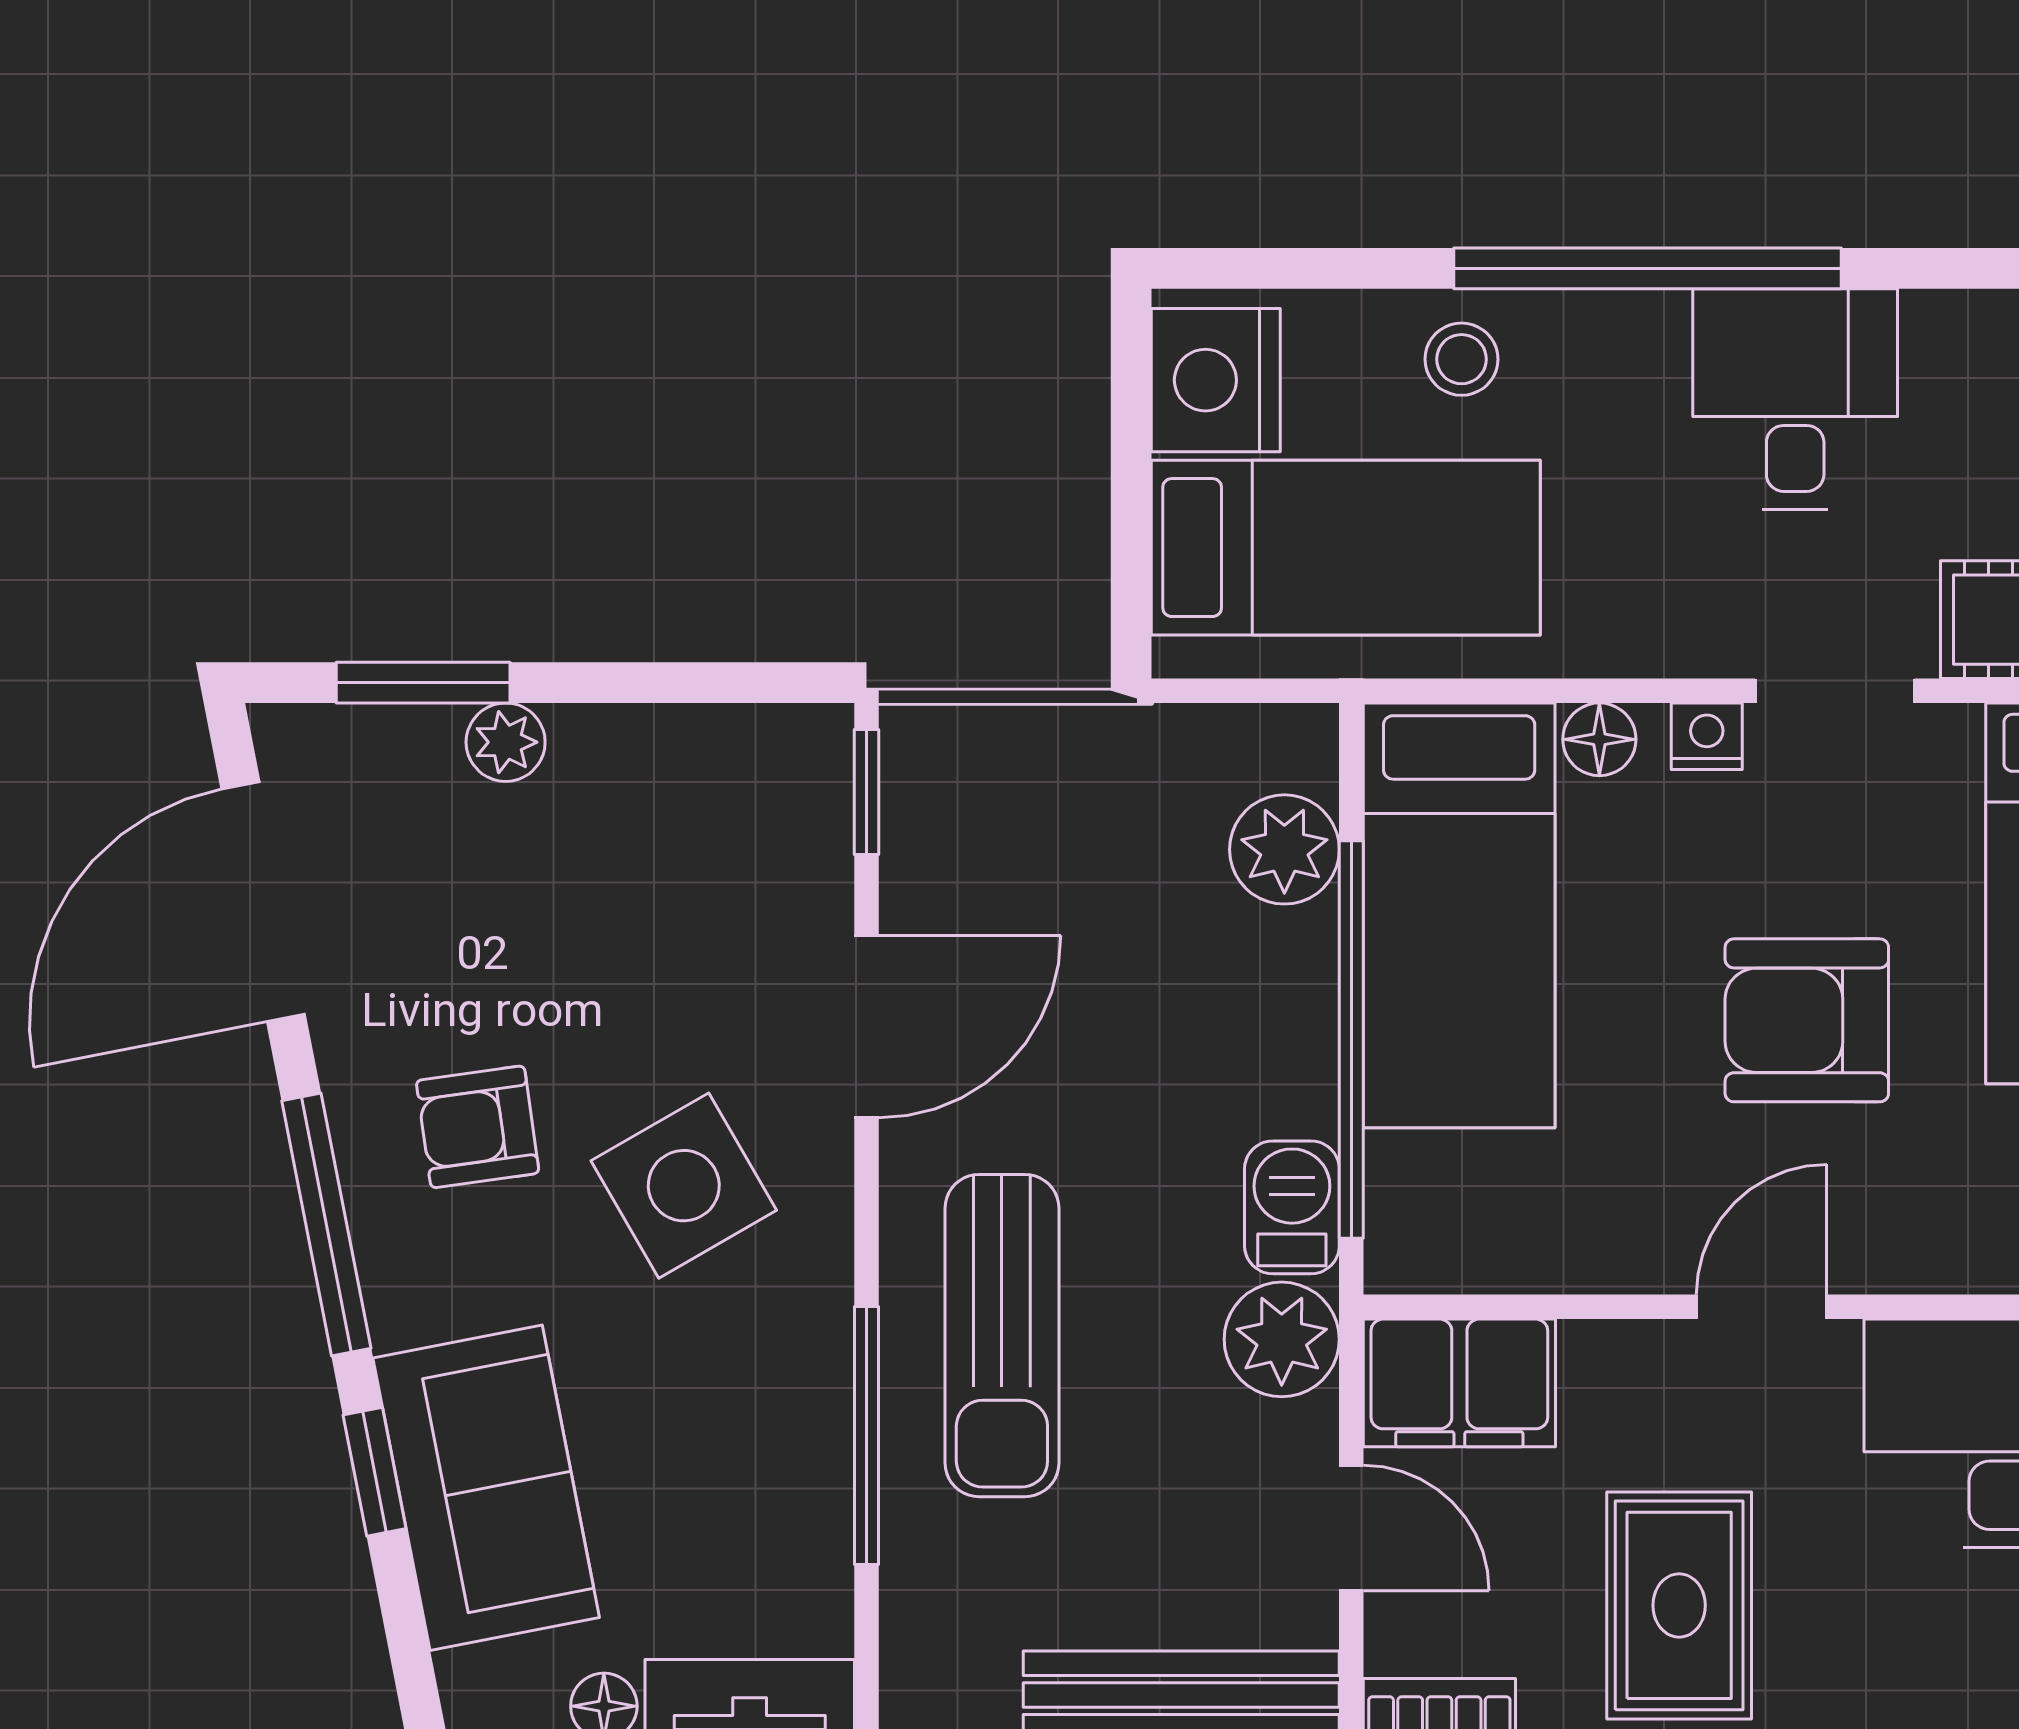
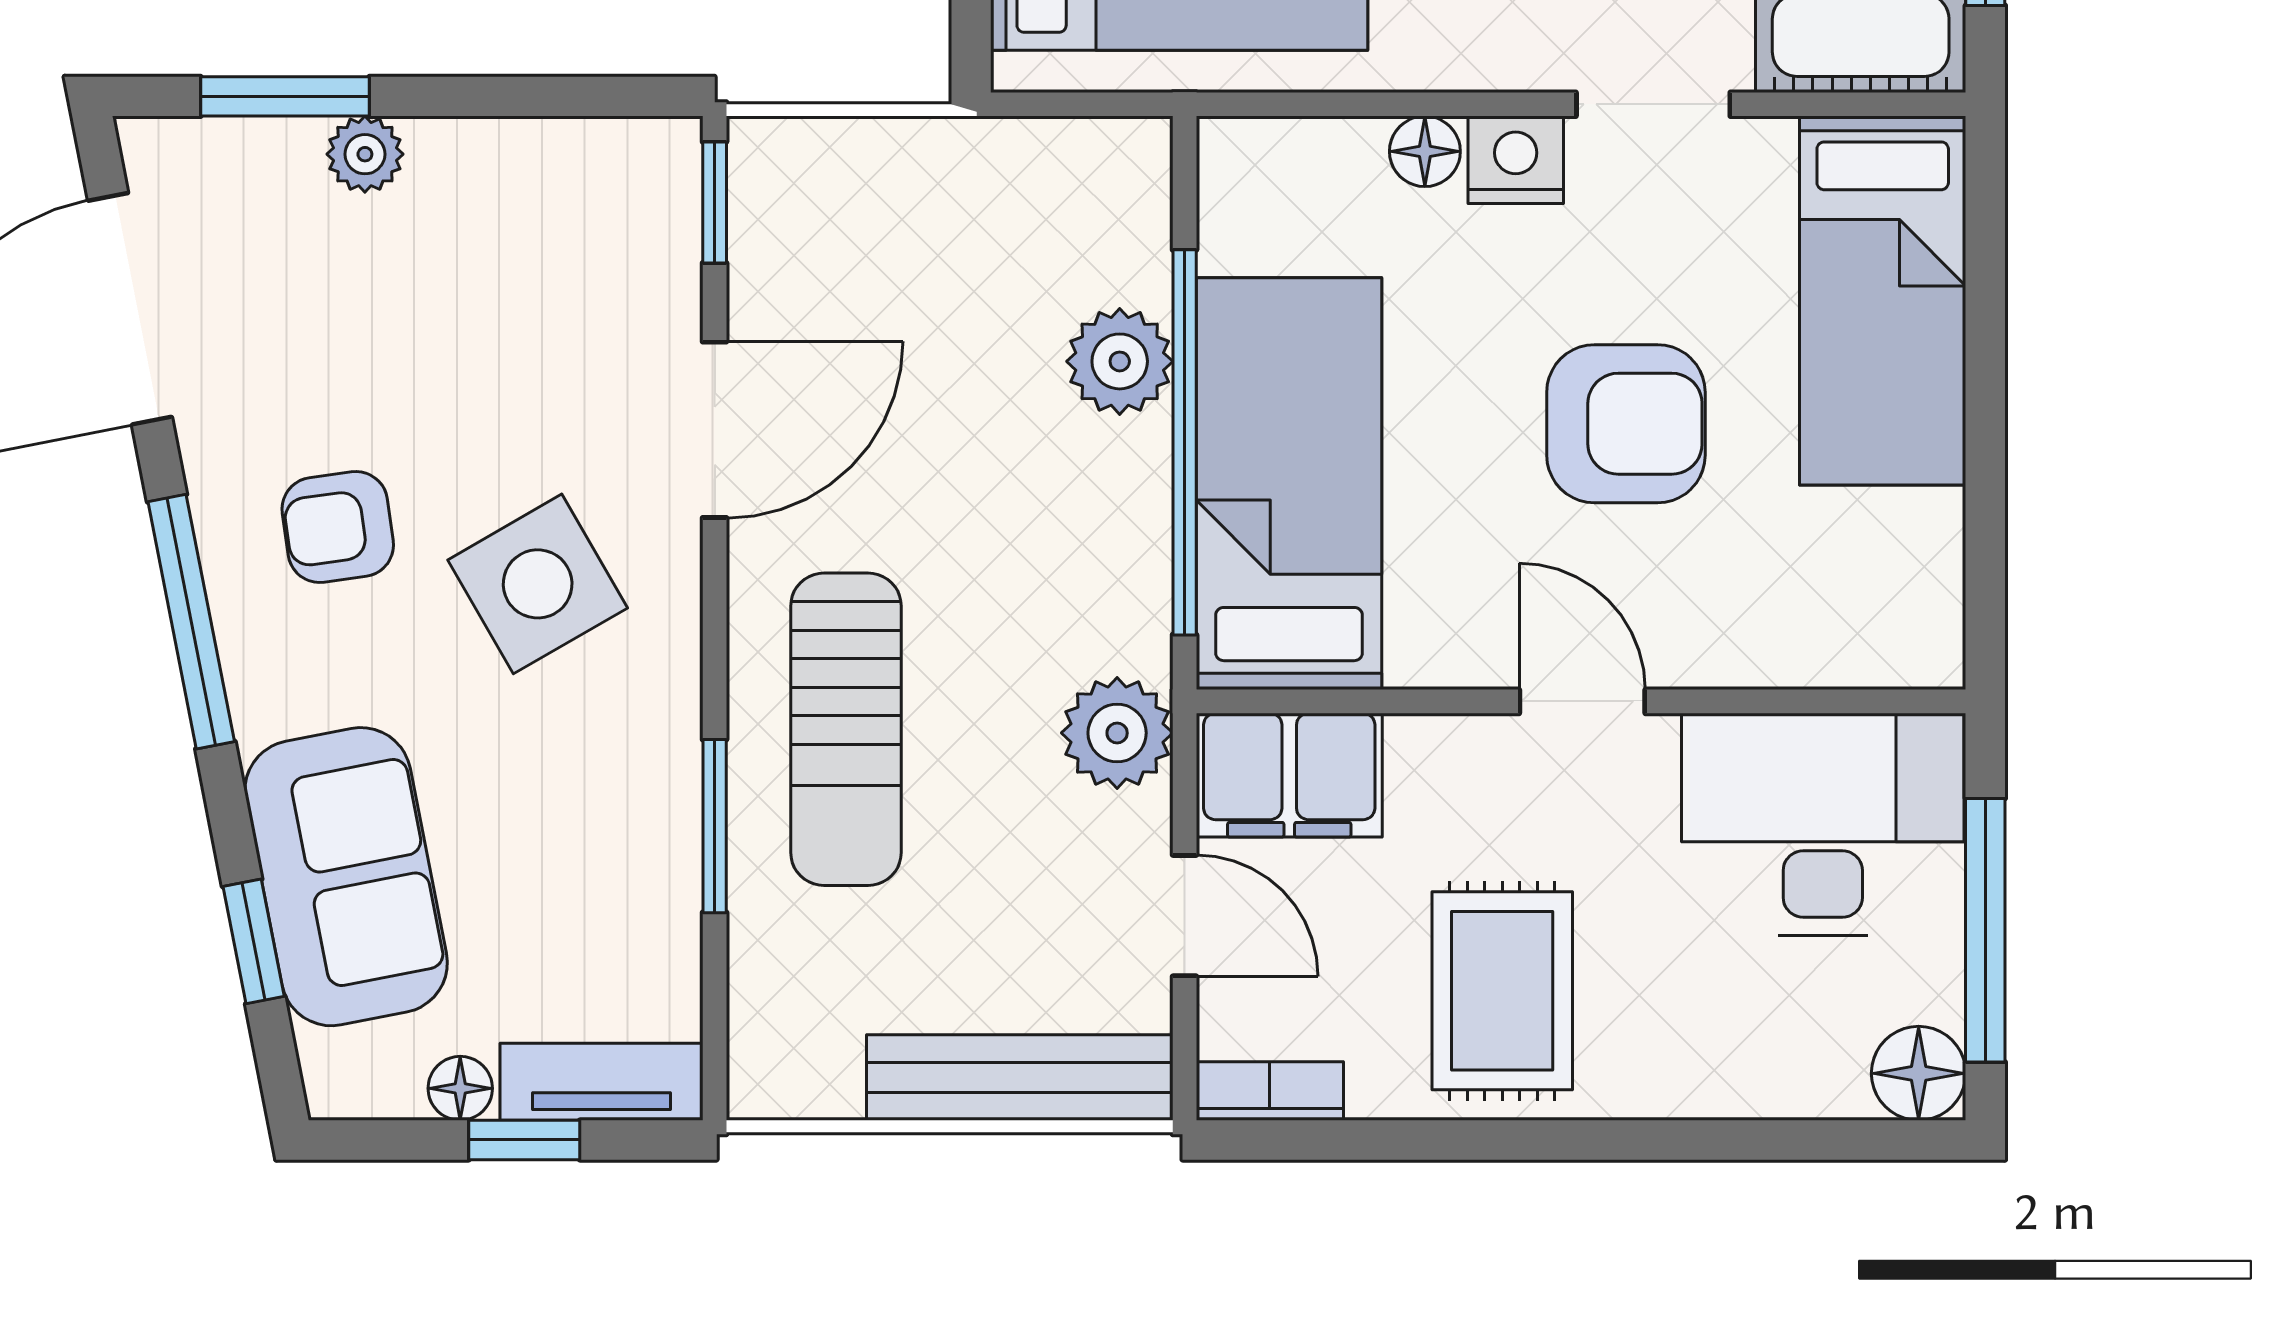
nightstand: (1707, 736) -> (1516, 160), width x1.39, depth x1.35
plant: (1284, 849) -> (1120, 361), moved
bed: (1459, 915) -> (1289, 484), moved, turned 180
armchair: (1807, 1020) -> (1626, 424), turned 180
barbecue: (1292, 1207) -> (1127, 605), removed
door: (1762, 1307) -> (1582, 701), hinge flipped
window: (866, 1435) -> (715, 826), width x0.69
window: (375, 1472) -> (254, 941), moved

